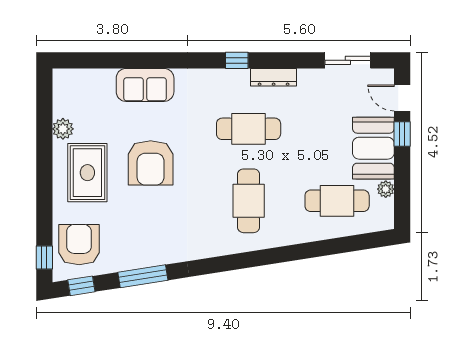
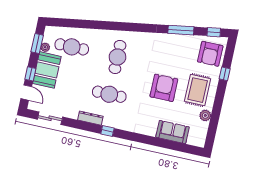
sofa: (145, 85) -> (172, 132), moved
window: (402, 193) -> (37, 44), added
window: (44, 257) -> (225, 74), moved

